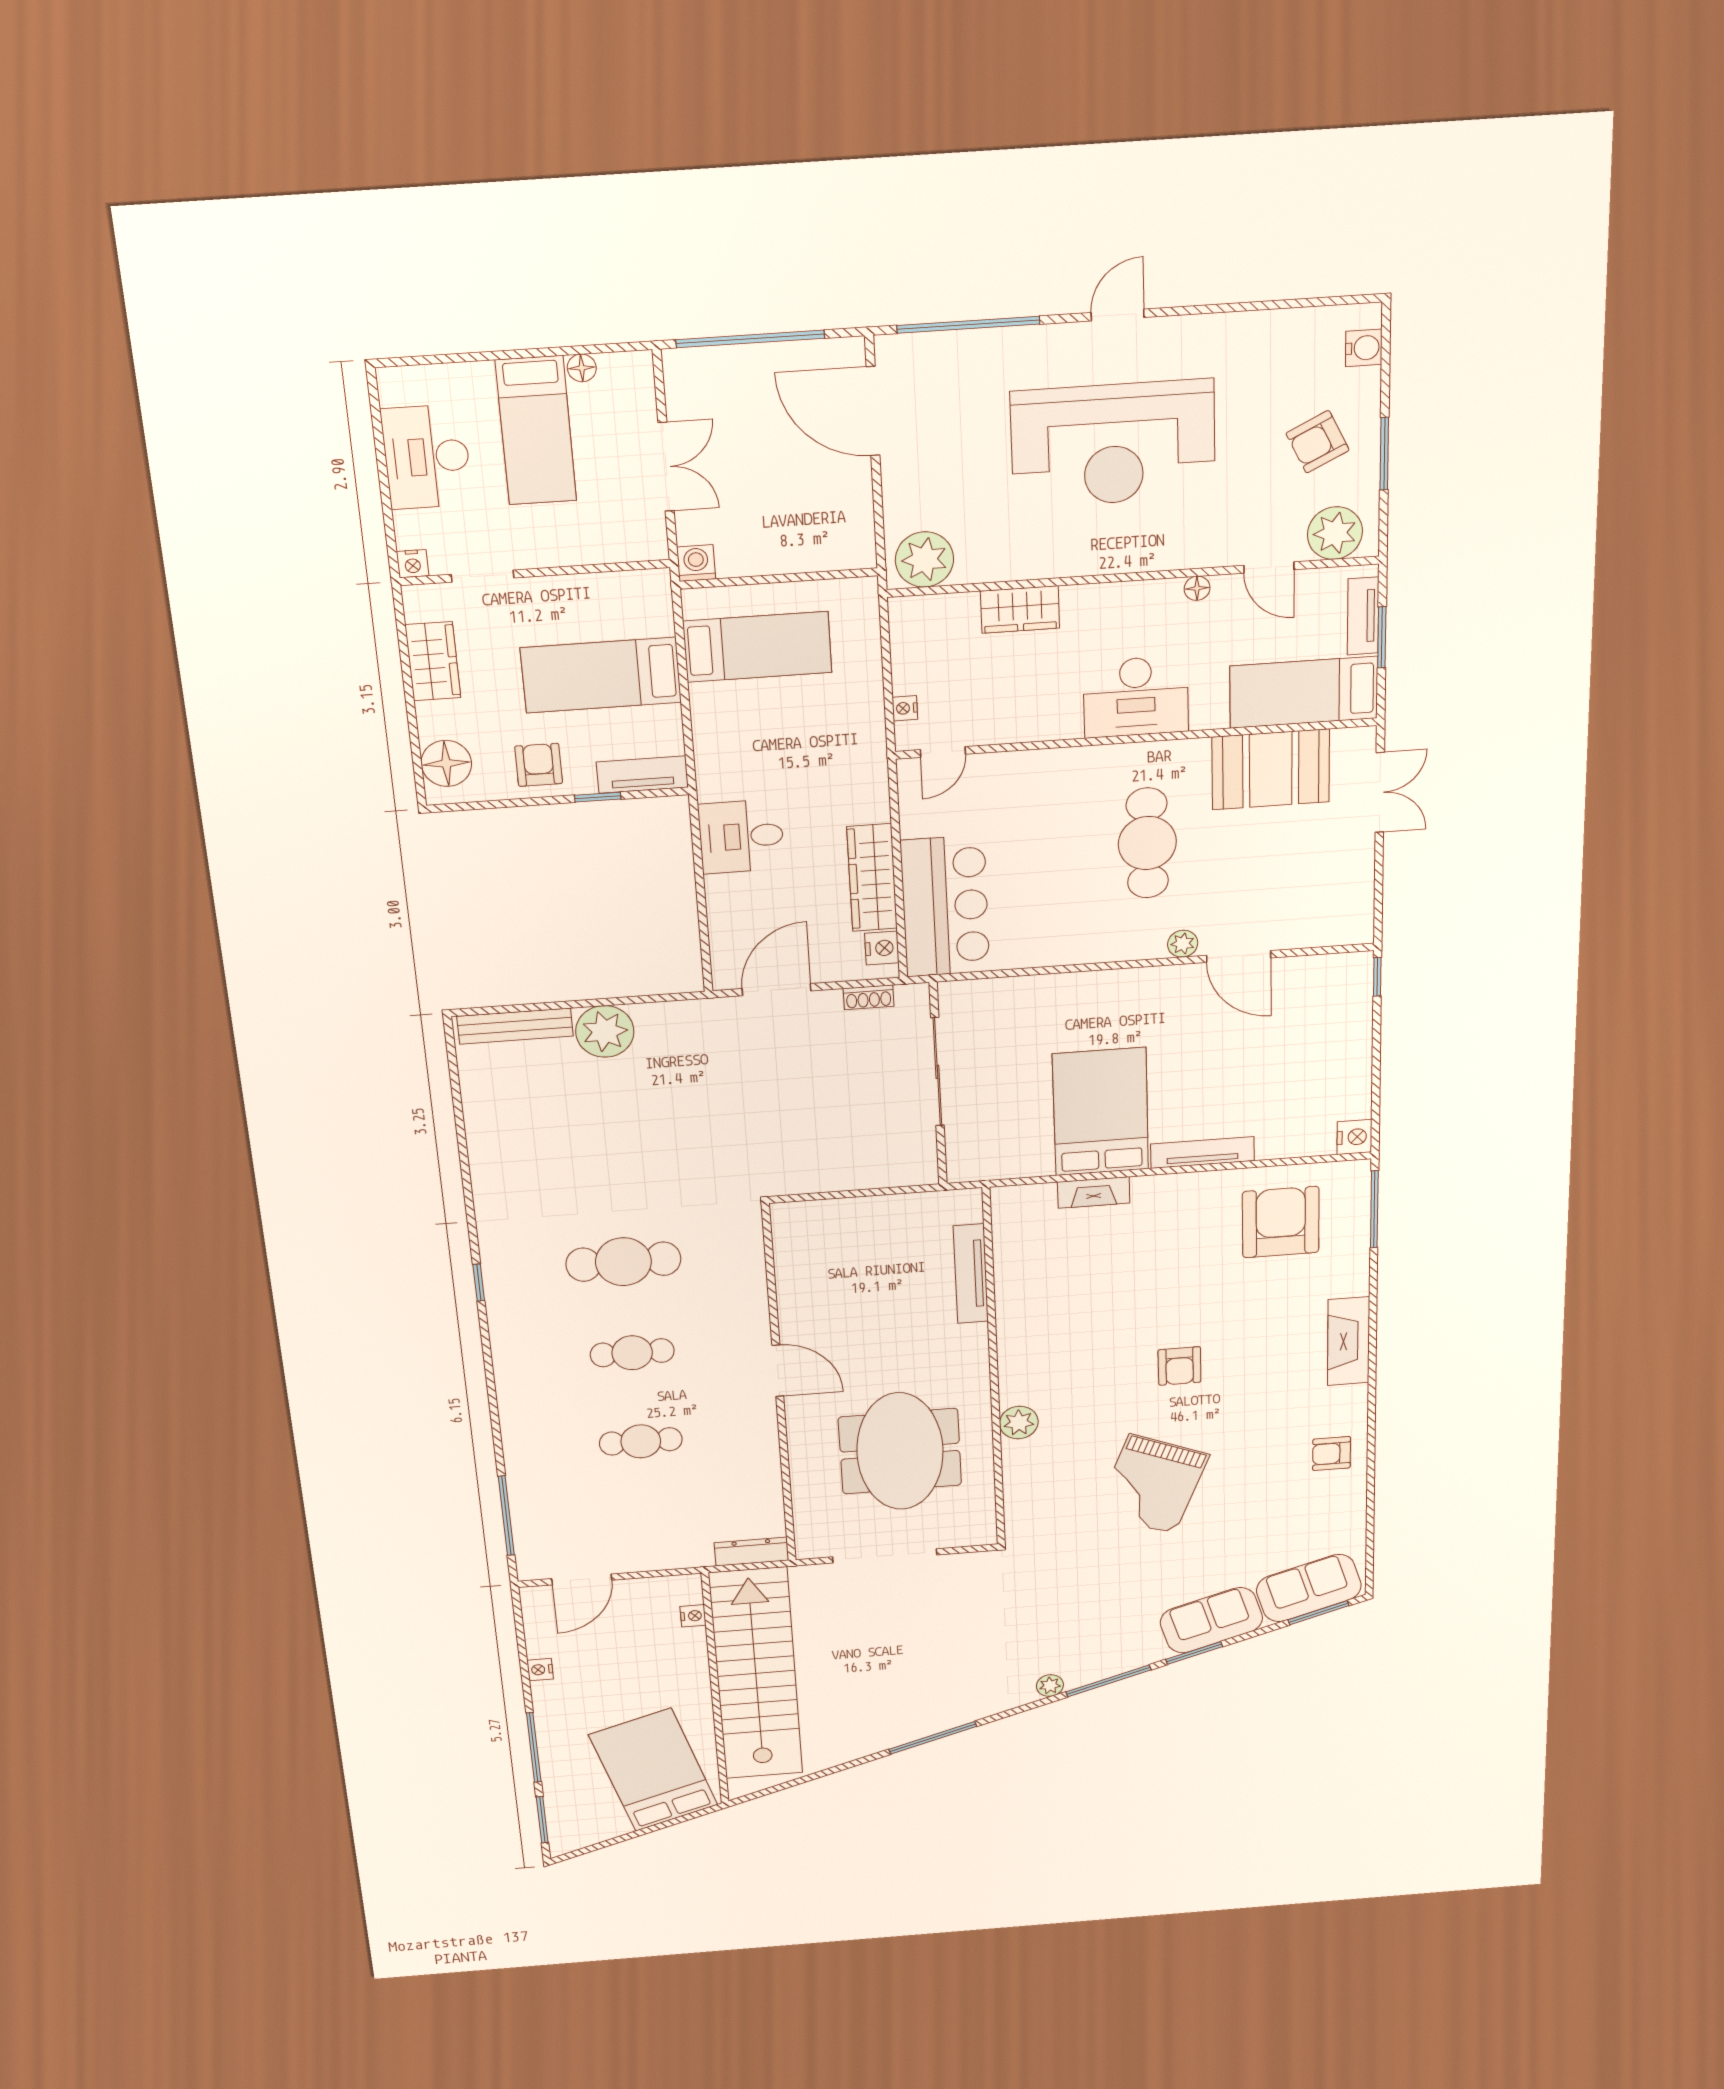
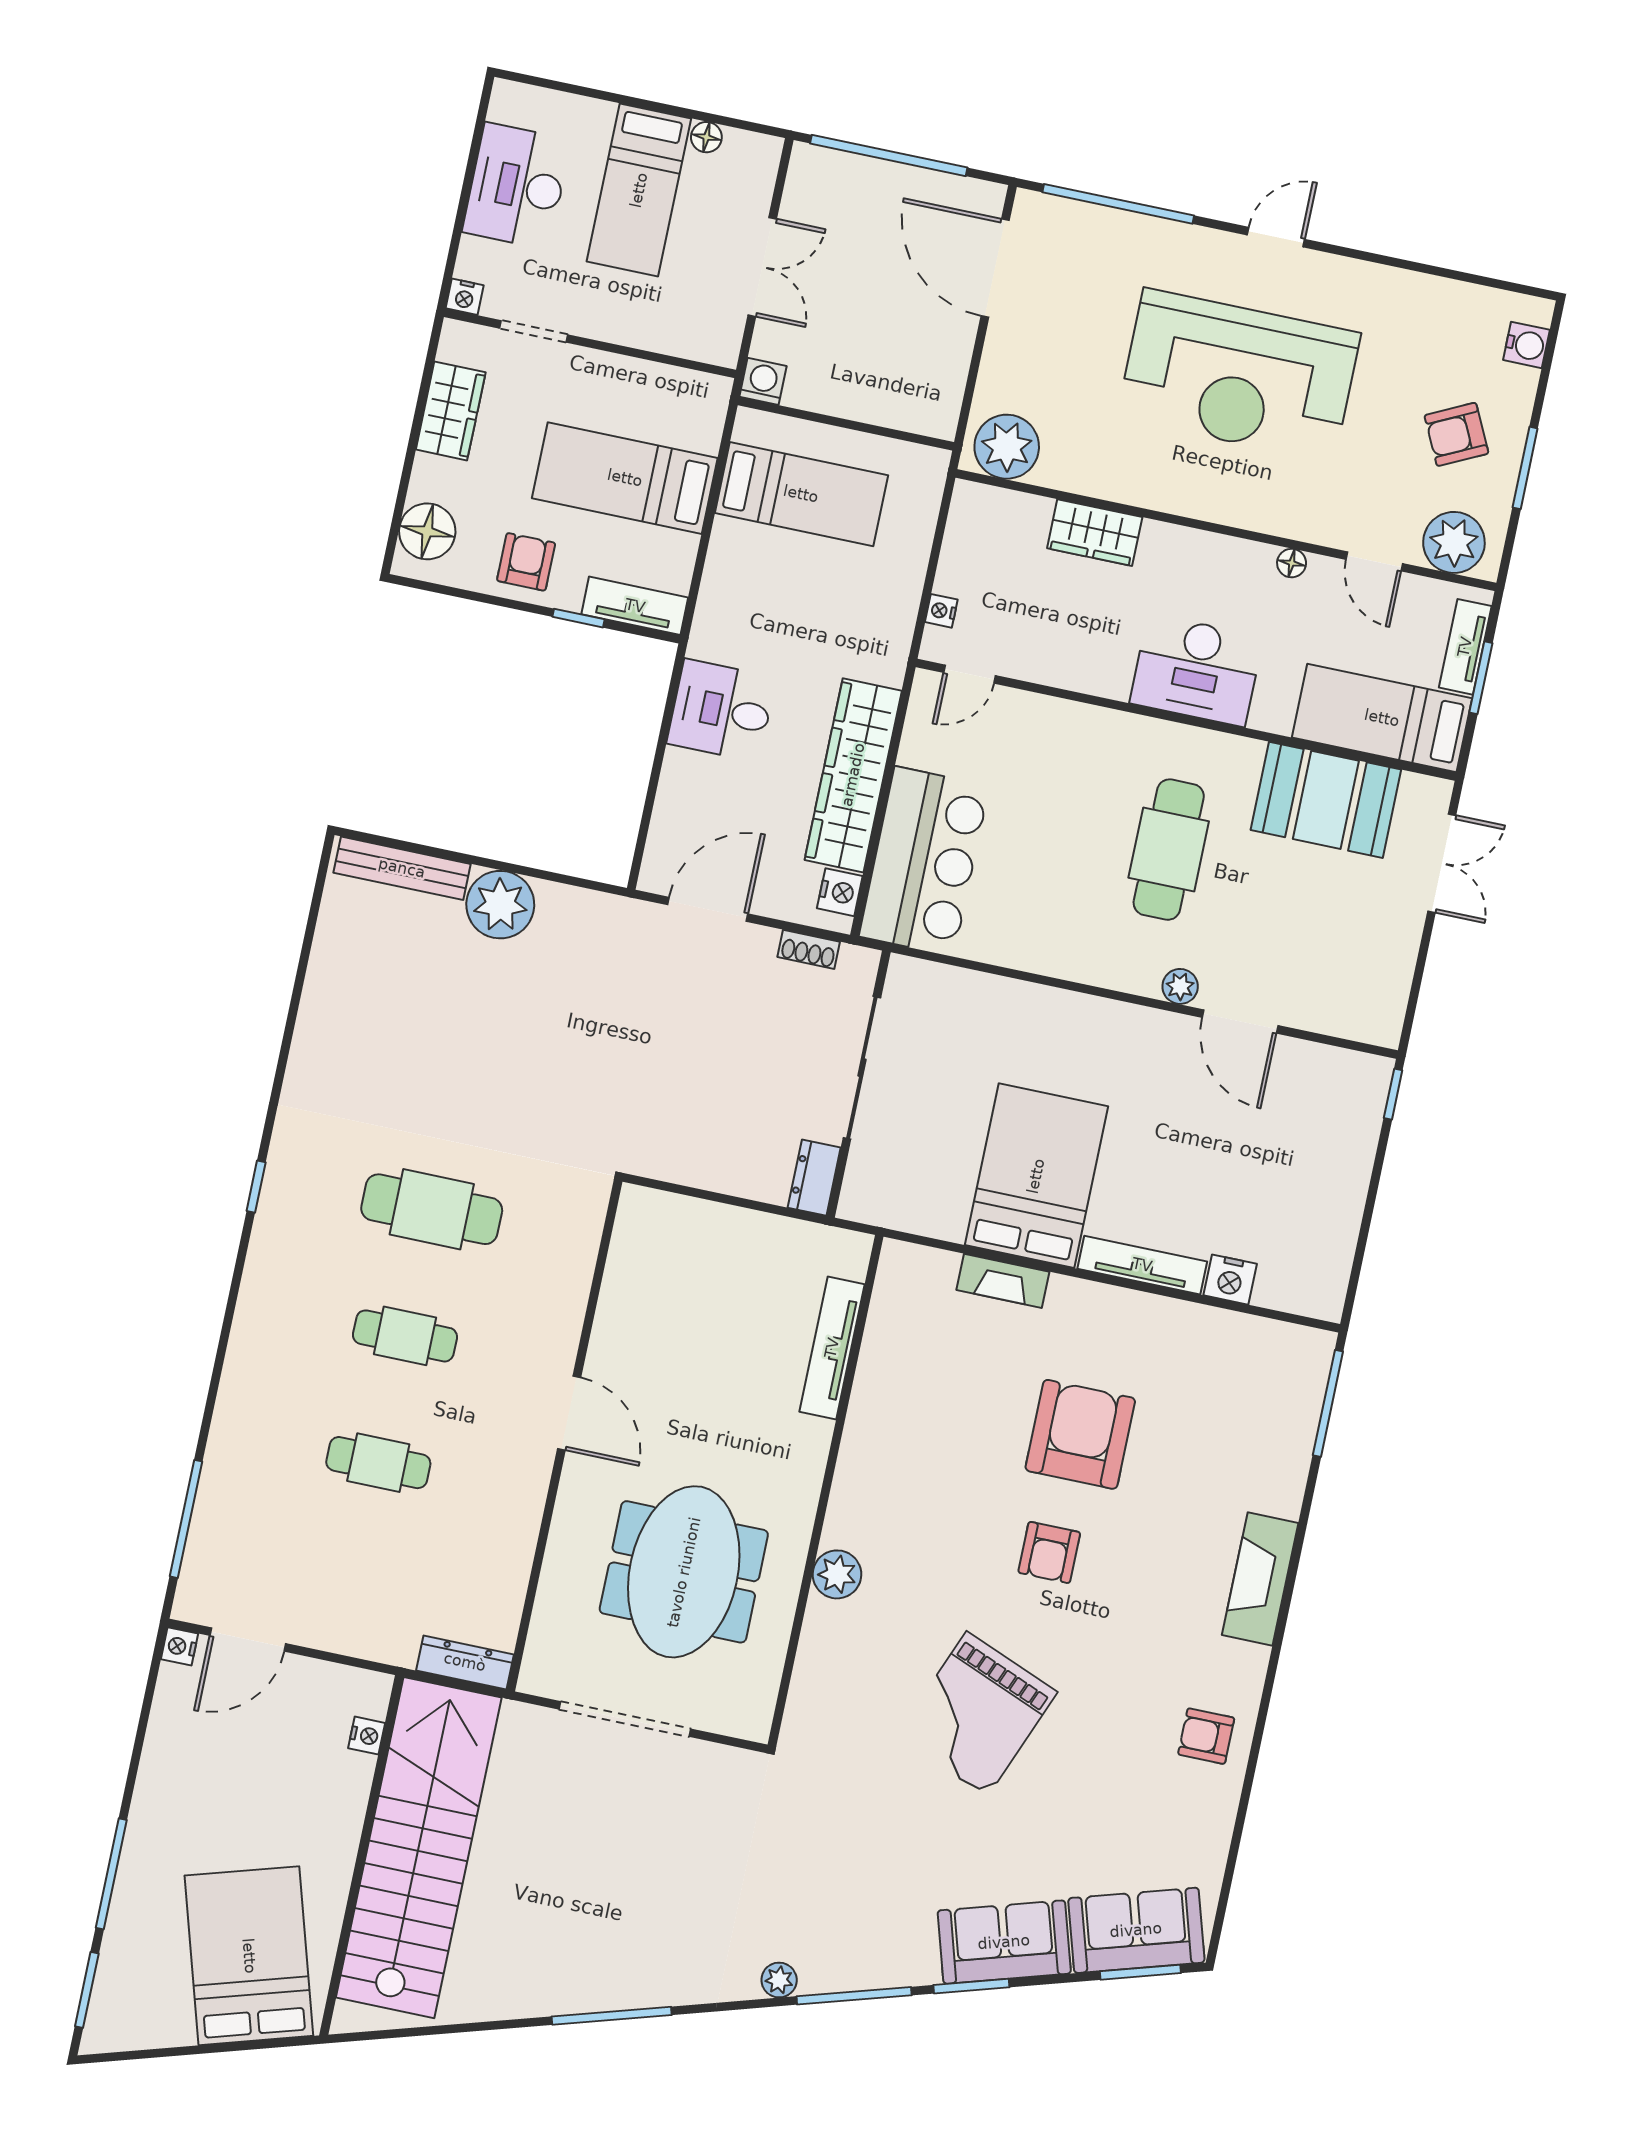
wardrobe: (872, 878) -> (853, 775), width x1.40, depth x1.17
nightstand: (1354, 1137) -> (1230, 1280), moved, turned 90
dresser: (922, 1160) -> (814, 1178), added
armchair: (1281, 1222) -> (1080, 1434), moved
nightstand: (540, 1670) -> (179, 1646), moved

